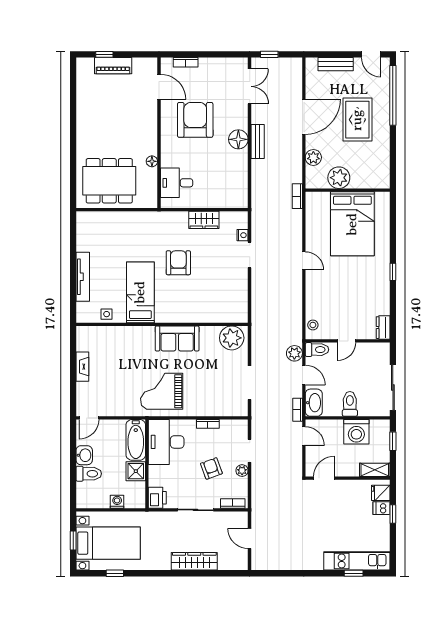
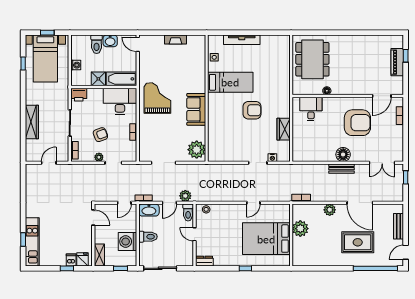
plant: (339, 178) -> (300, 229), moved
wall: (348, 190) -> (291, 235), moved
bed: (352, 224) -> (266, 239), moved

